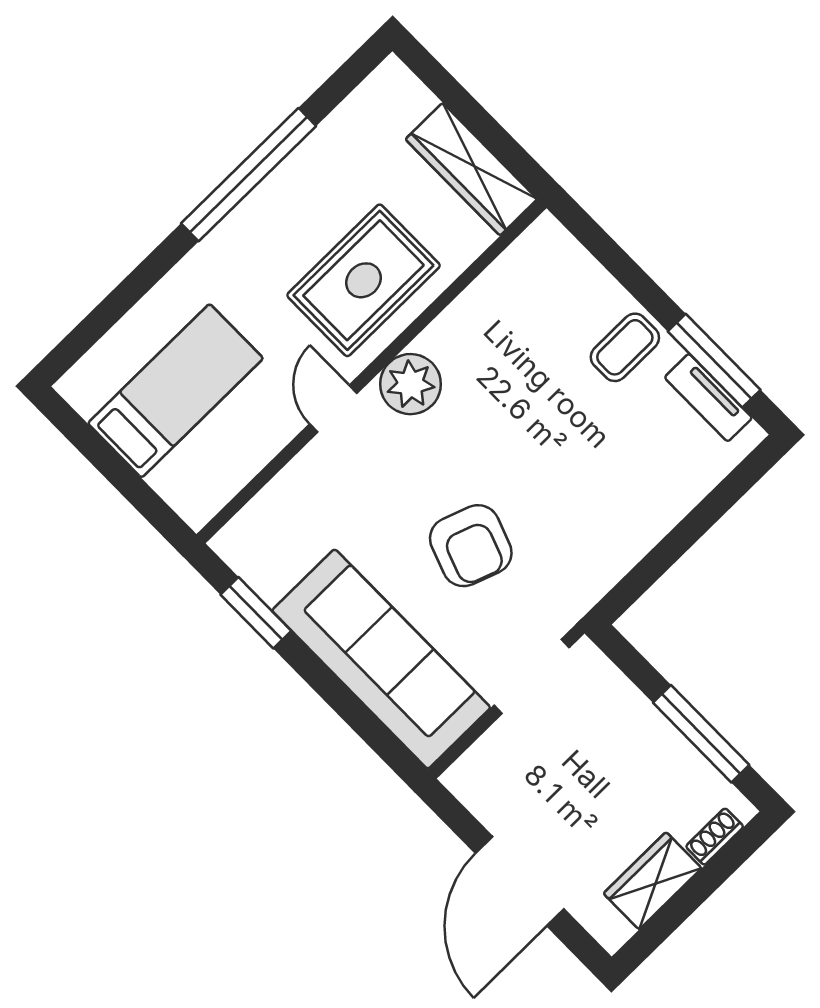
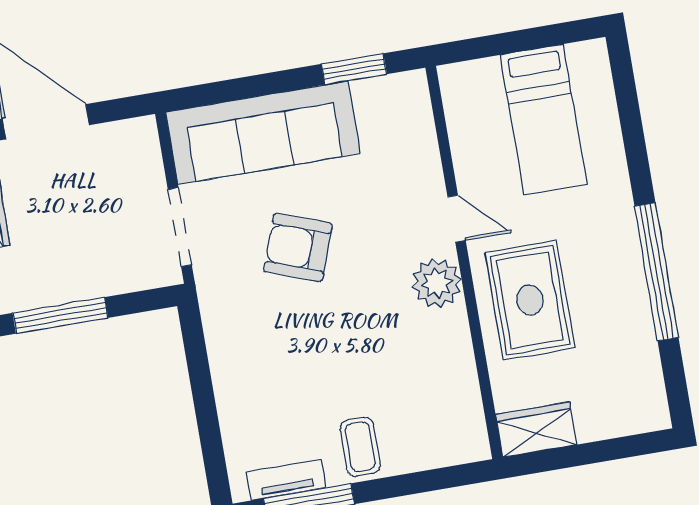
wardrobe: (471, 169) -> (536, 430), width x0.67

